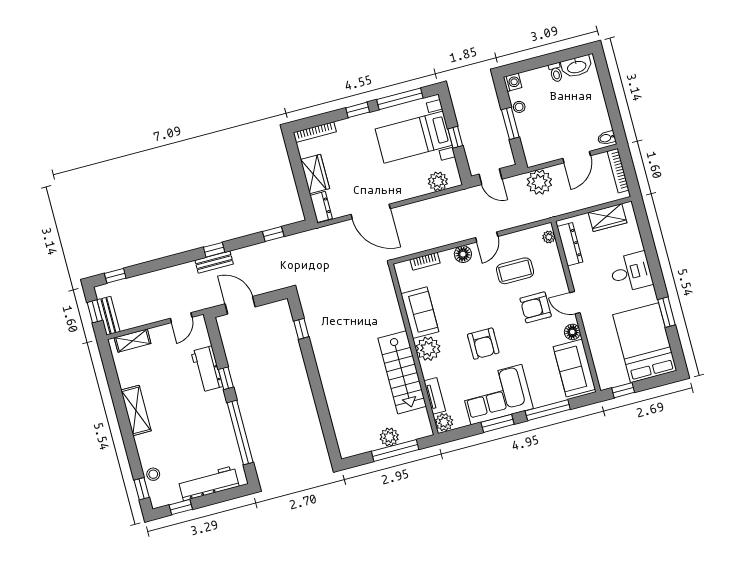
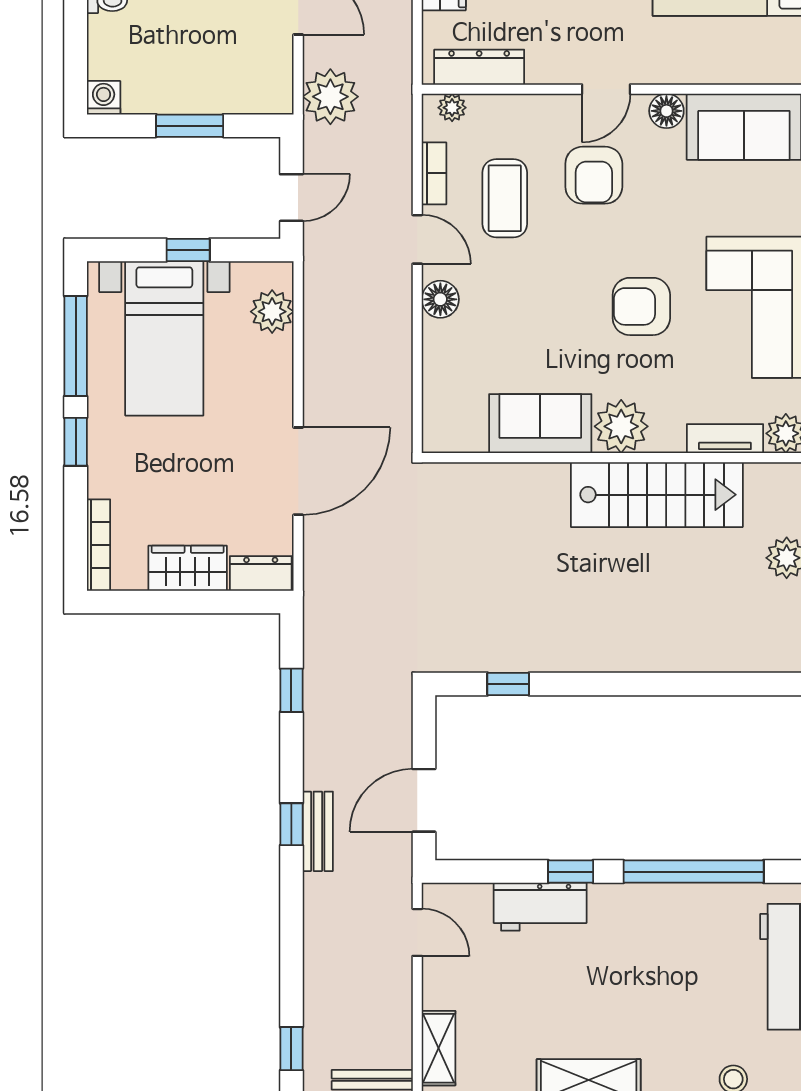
stool: (519, 107) -> (160, 98), removed
bookcase: (425, 261) -> (434, 173), moved
armchair: (483, 344) -> (641, 306), turned 180

